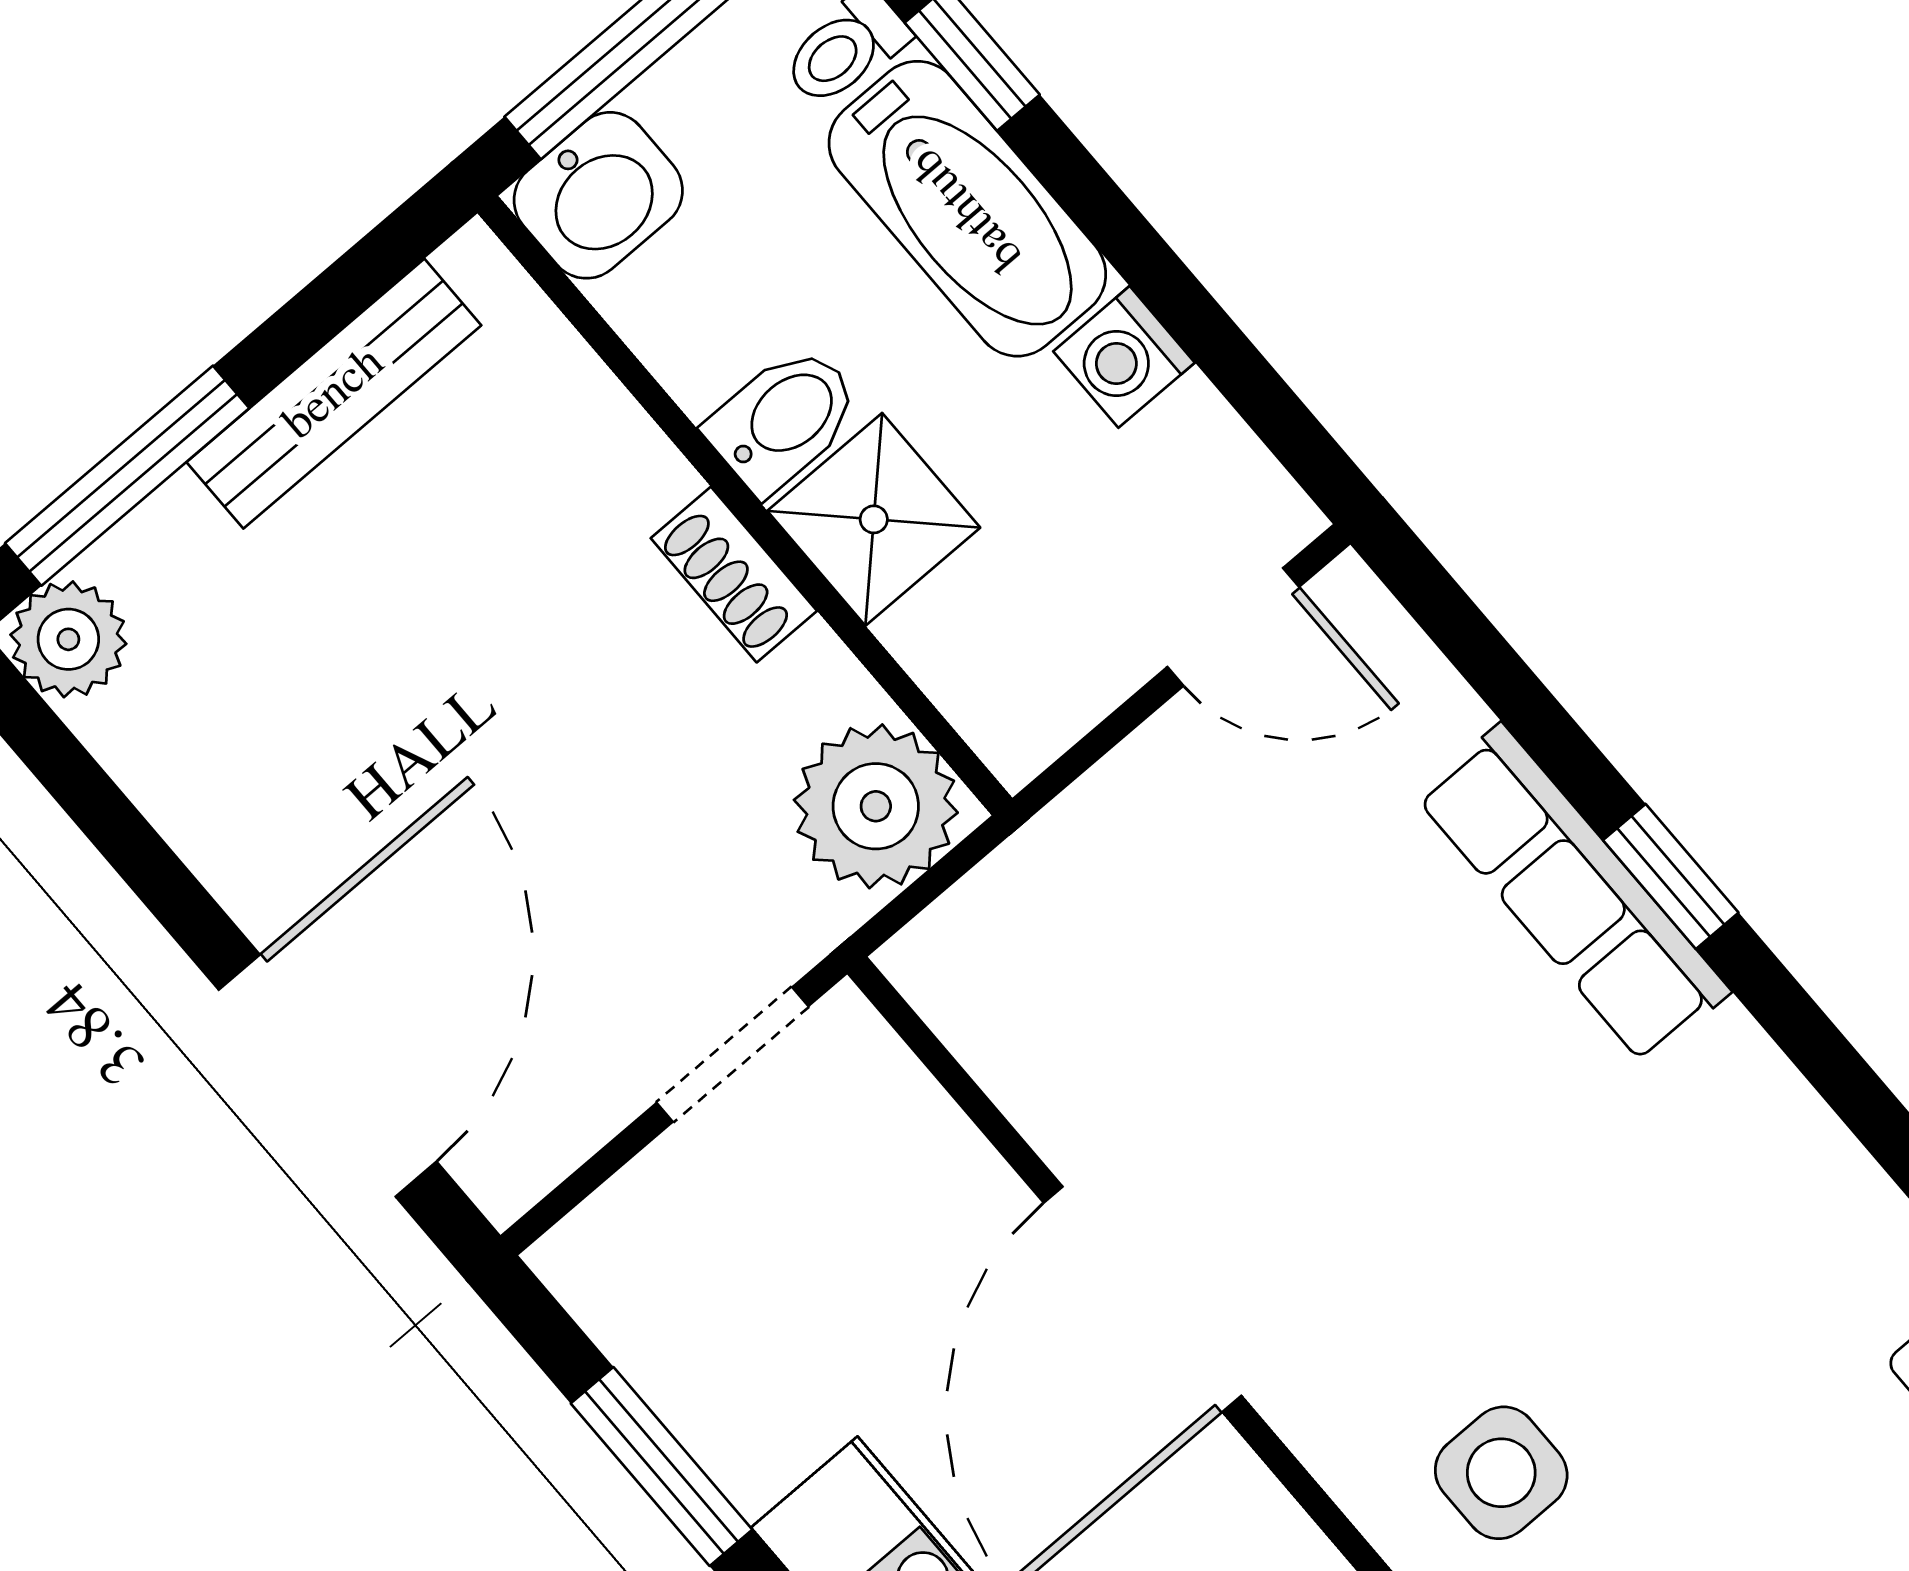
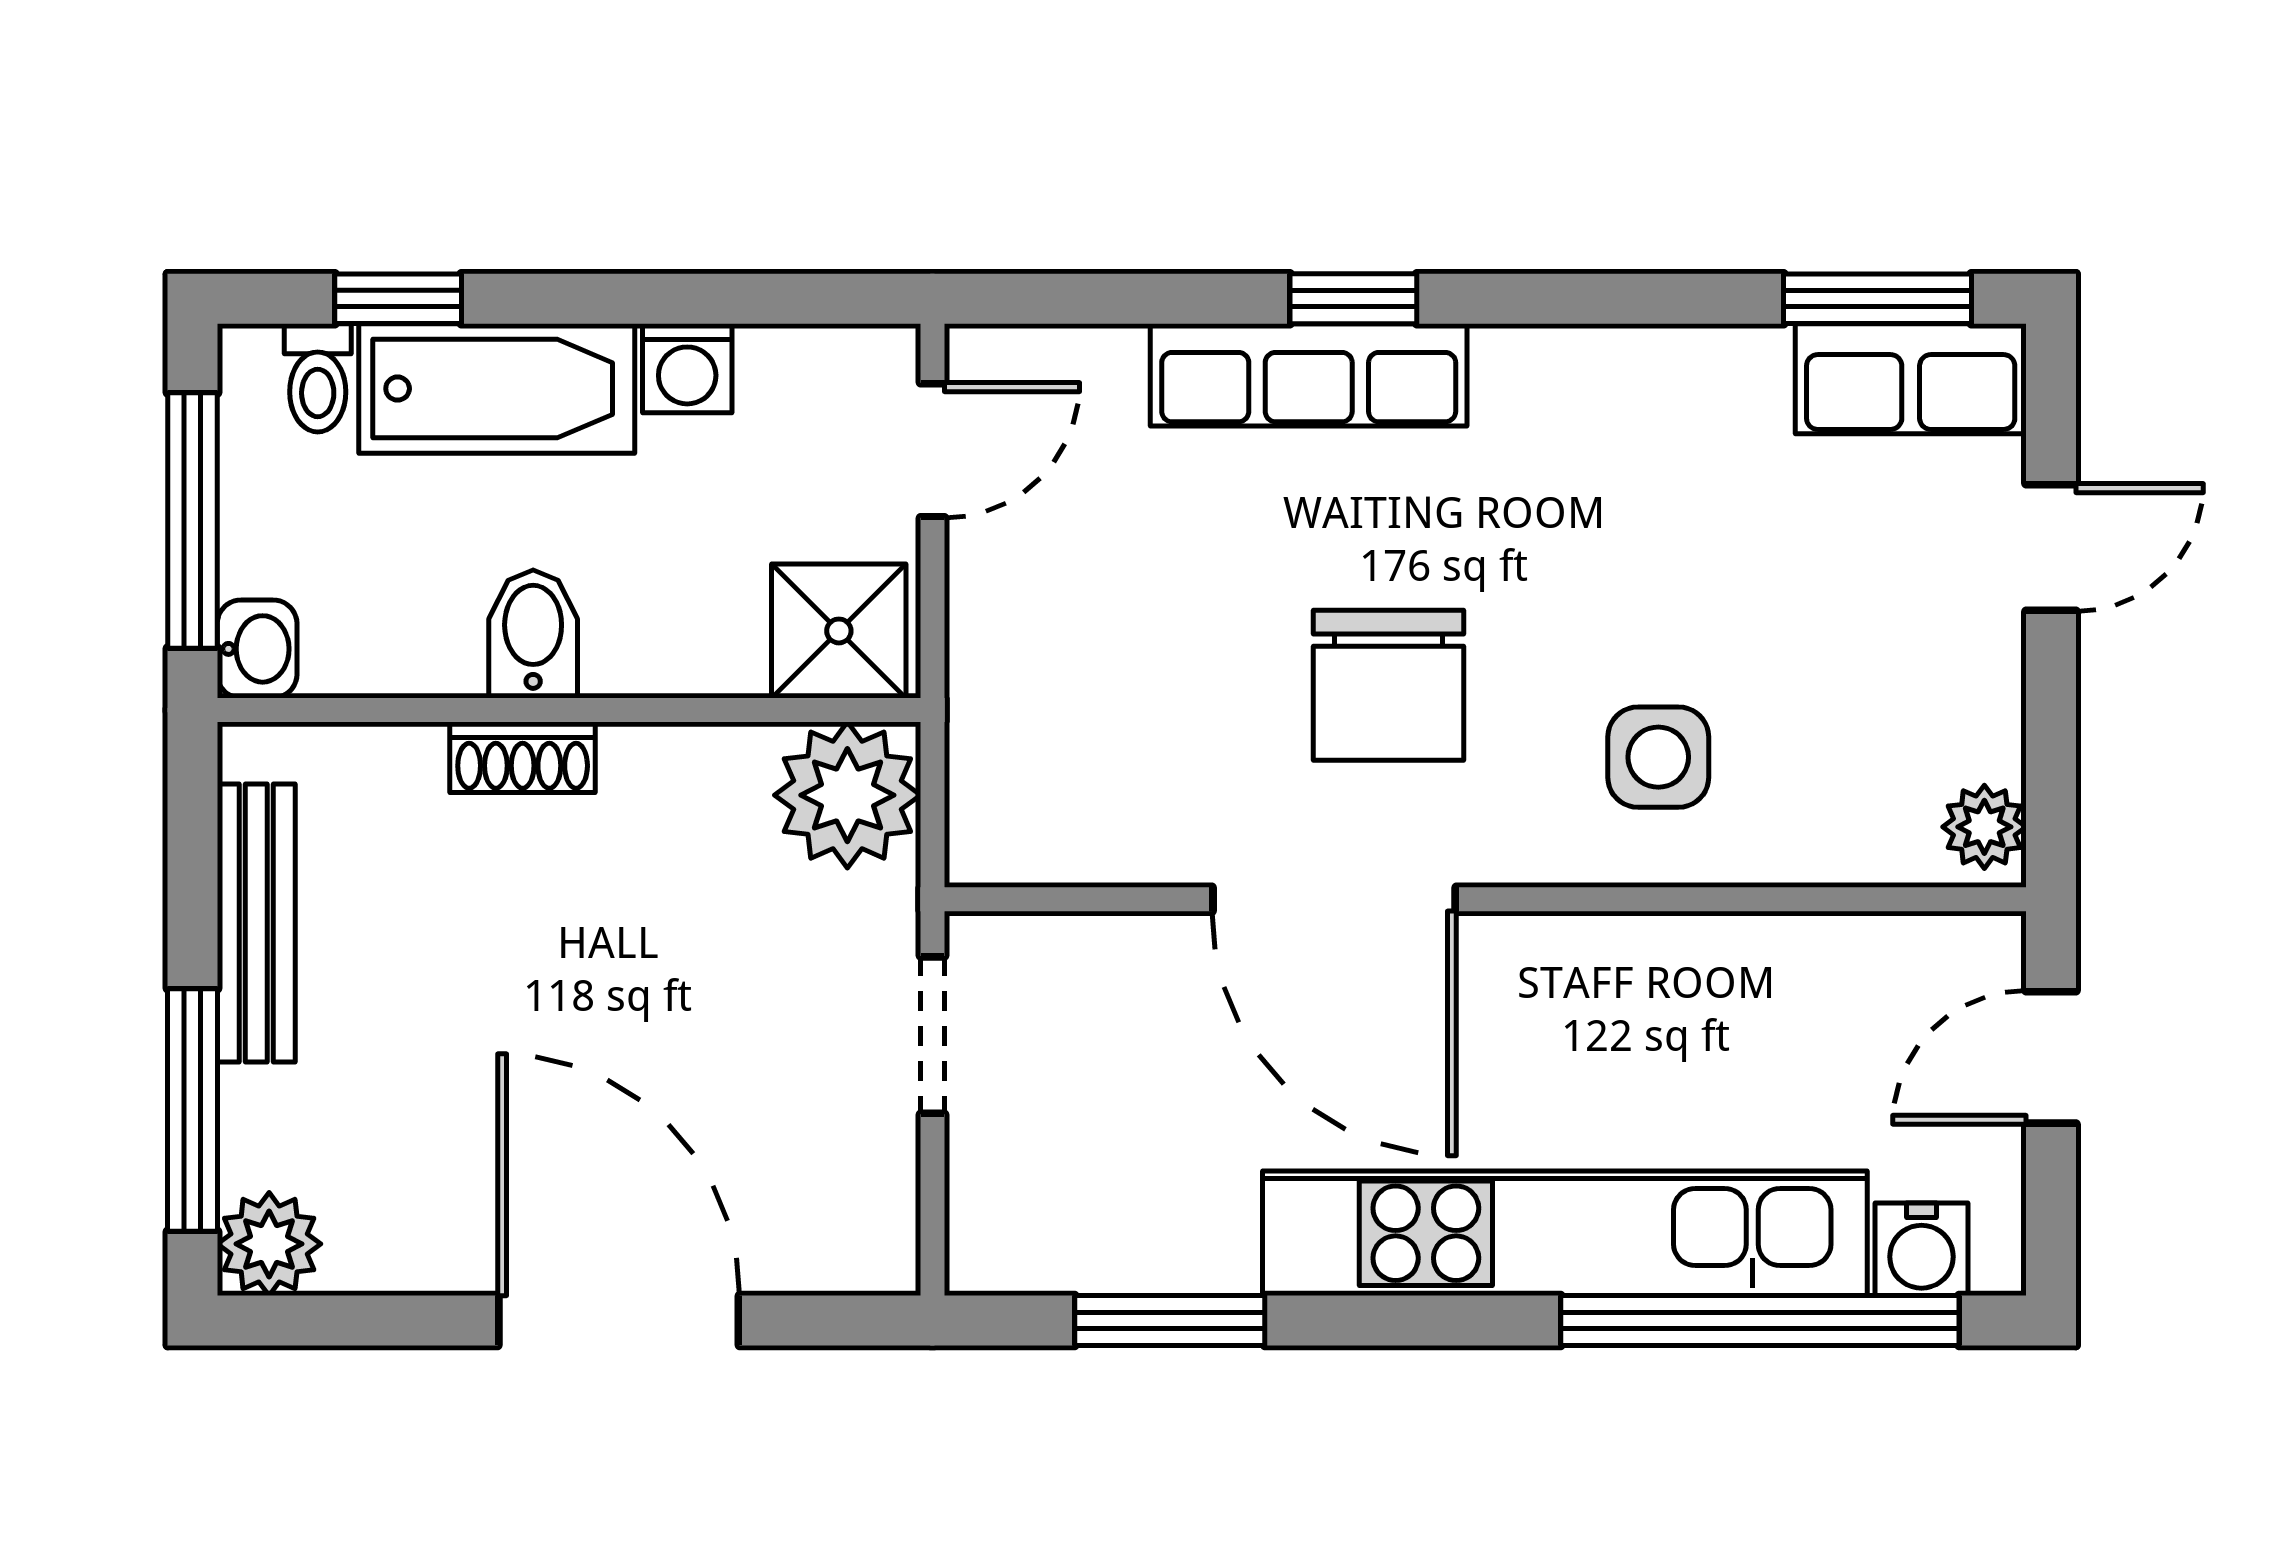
washbasin: (598, 195) -> (257, 649), width x0.72, depth x0.69
shower: (874, 519) -> (839, 631), moved
shoe rack: (734, 575) -> (523, 757), moved
door: (328, 1076) -> (619, 1321), moved
chair: (1366, 1189) -> (1389, 685), added

